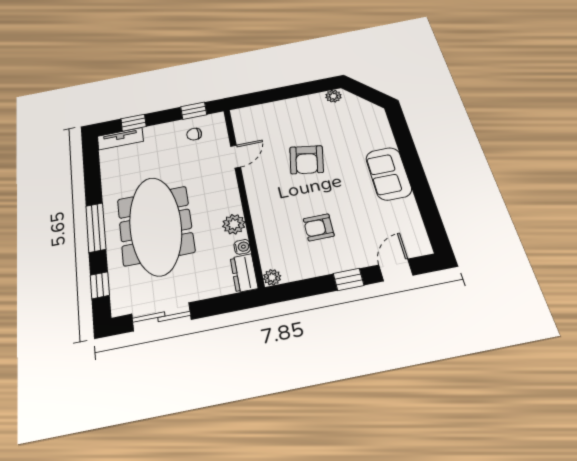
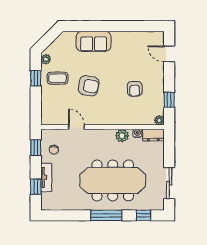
window: (300, 90) -> (36, 78), added
coffee table: (308, 116) -> (58, 78), added
tv unit: (120, 139) -> (46, 177), moved
sofa: (389, 174) -> (94, 41), moved
window: (349, 279) -> (169, 100), moved

